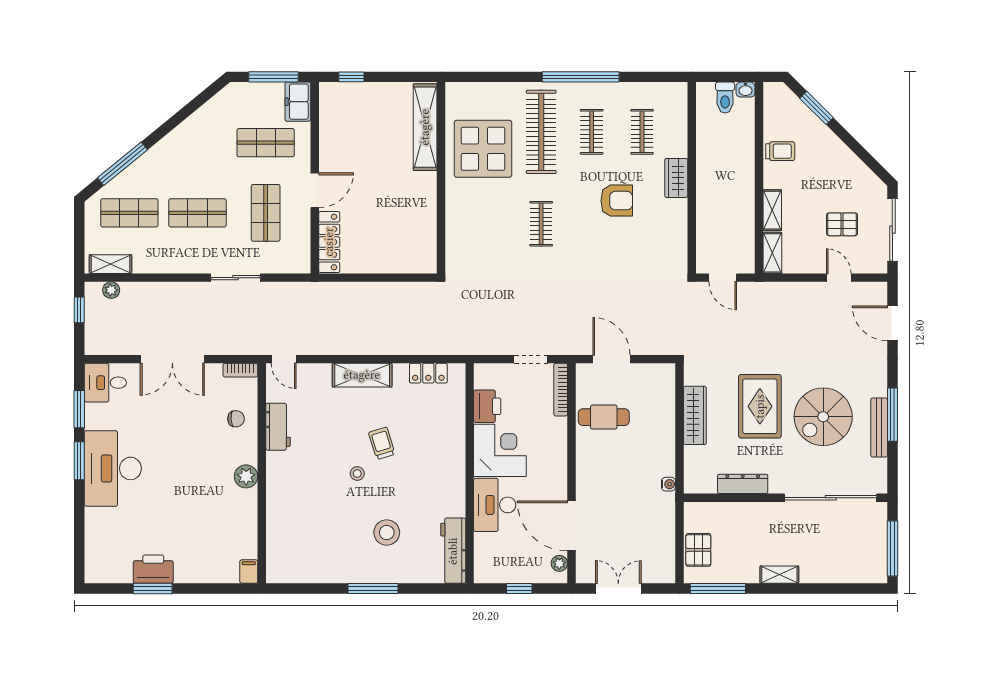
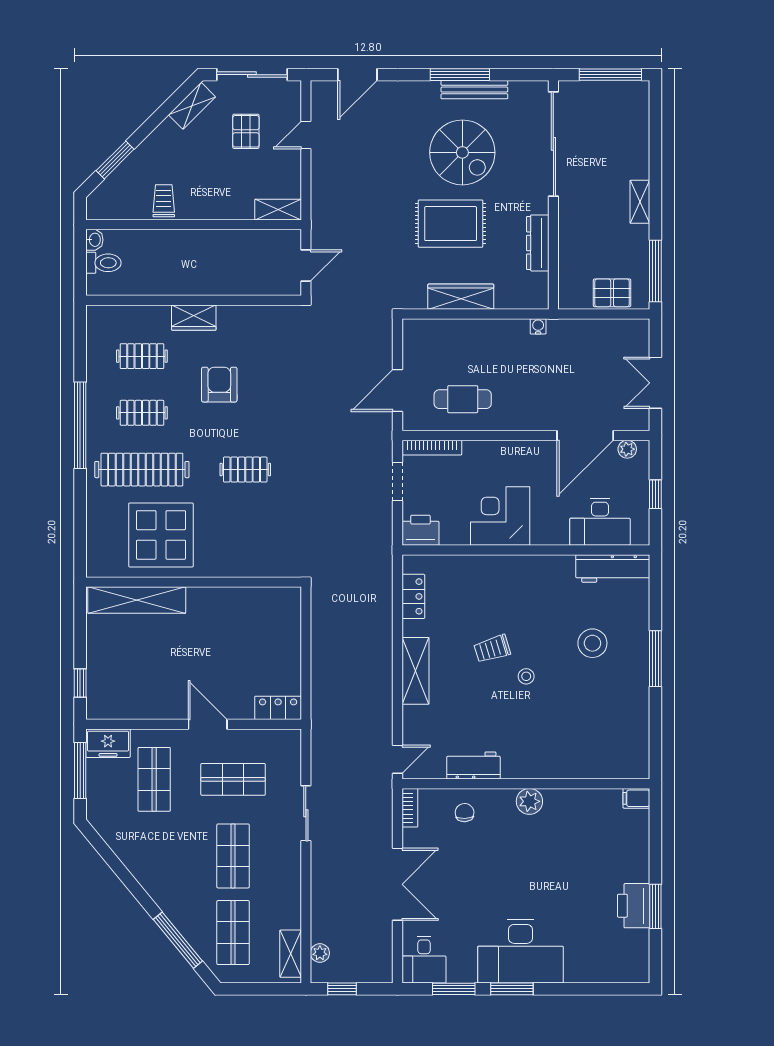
shelving: (772, 210) -> (192, 106), moved, turned -45
locker: (329, 242) -> (278, 708), width x0.66
printer: (487, 406) -> (420, 530), moved
cafe table: (604, 417) -> (463, 399), turned 90
desk: (495, 505) -> (600, 522), moved

